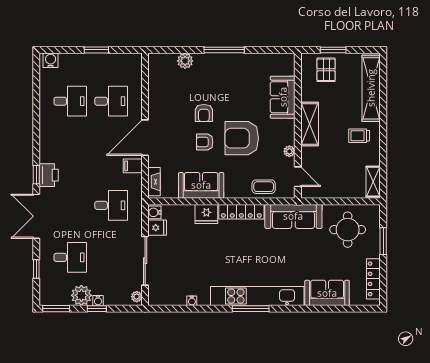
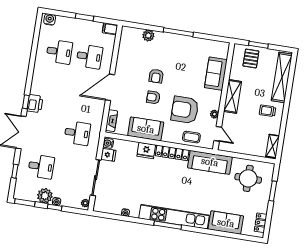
armchair: (242, 138) -> (185, 110), moved
filing cabinet: (133, 166) -> (110, 29), moved
locker: (373, 279) -> (261, 223), width x0.66

